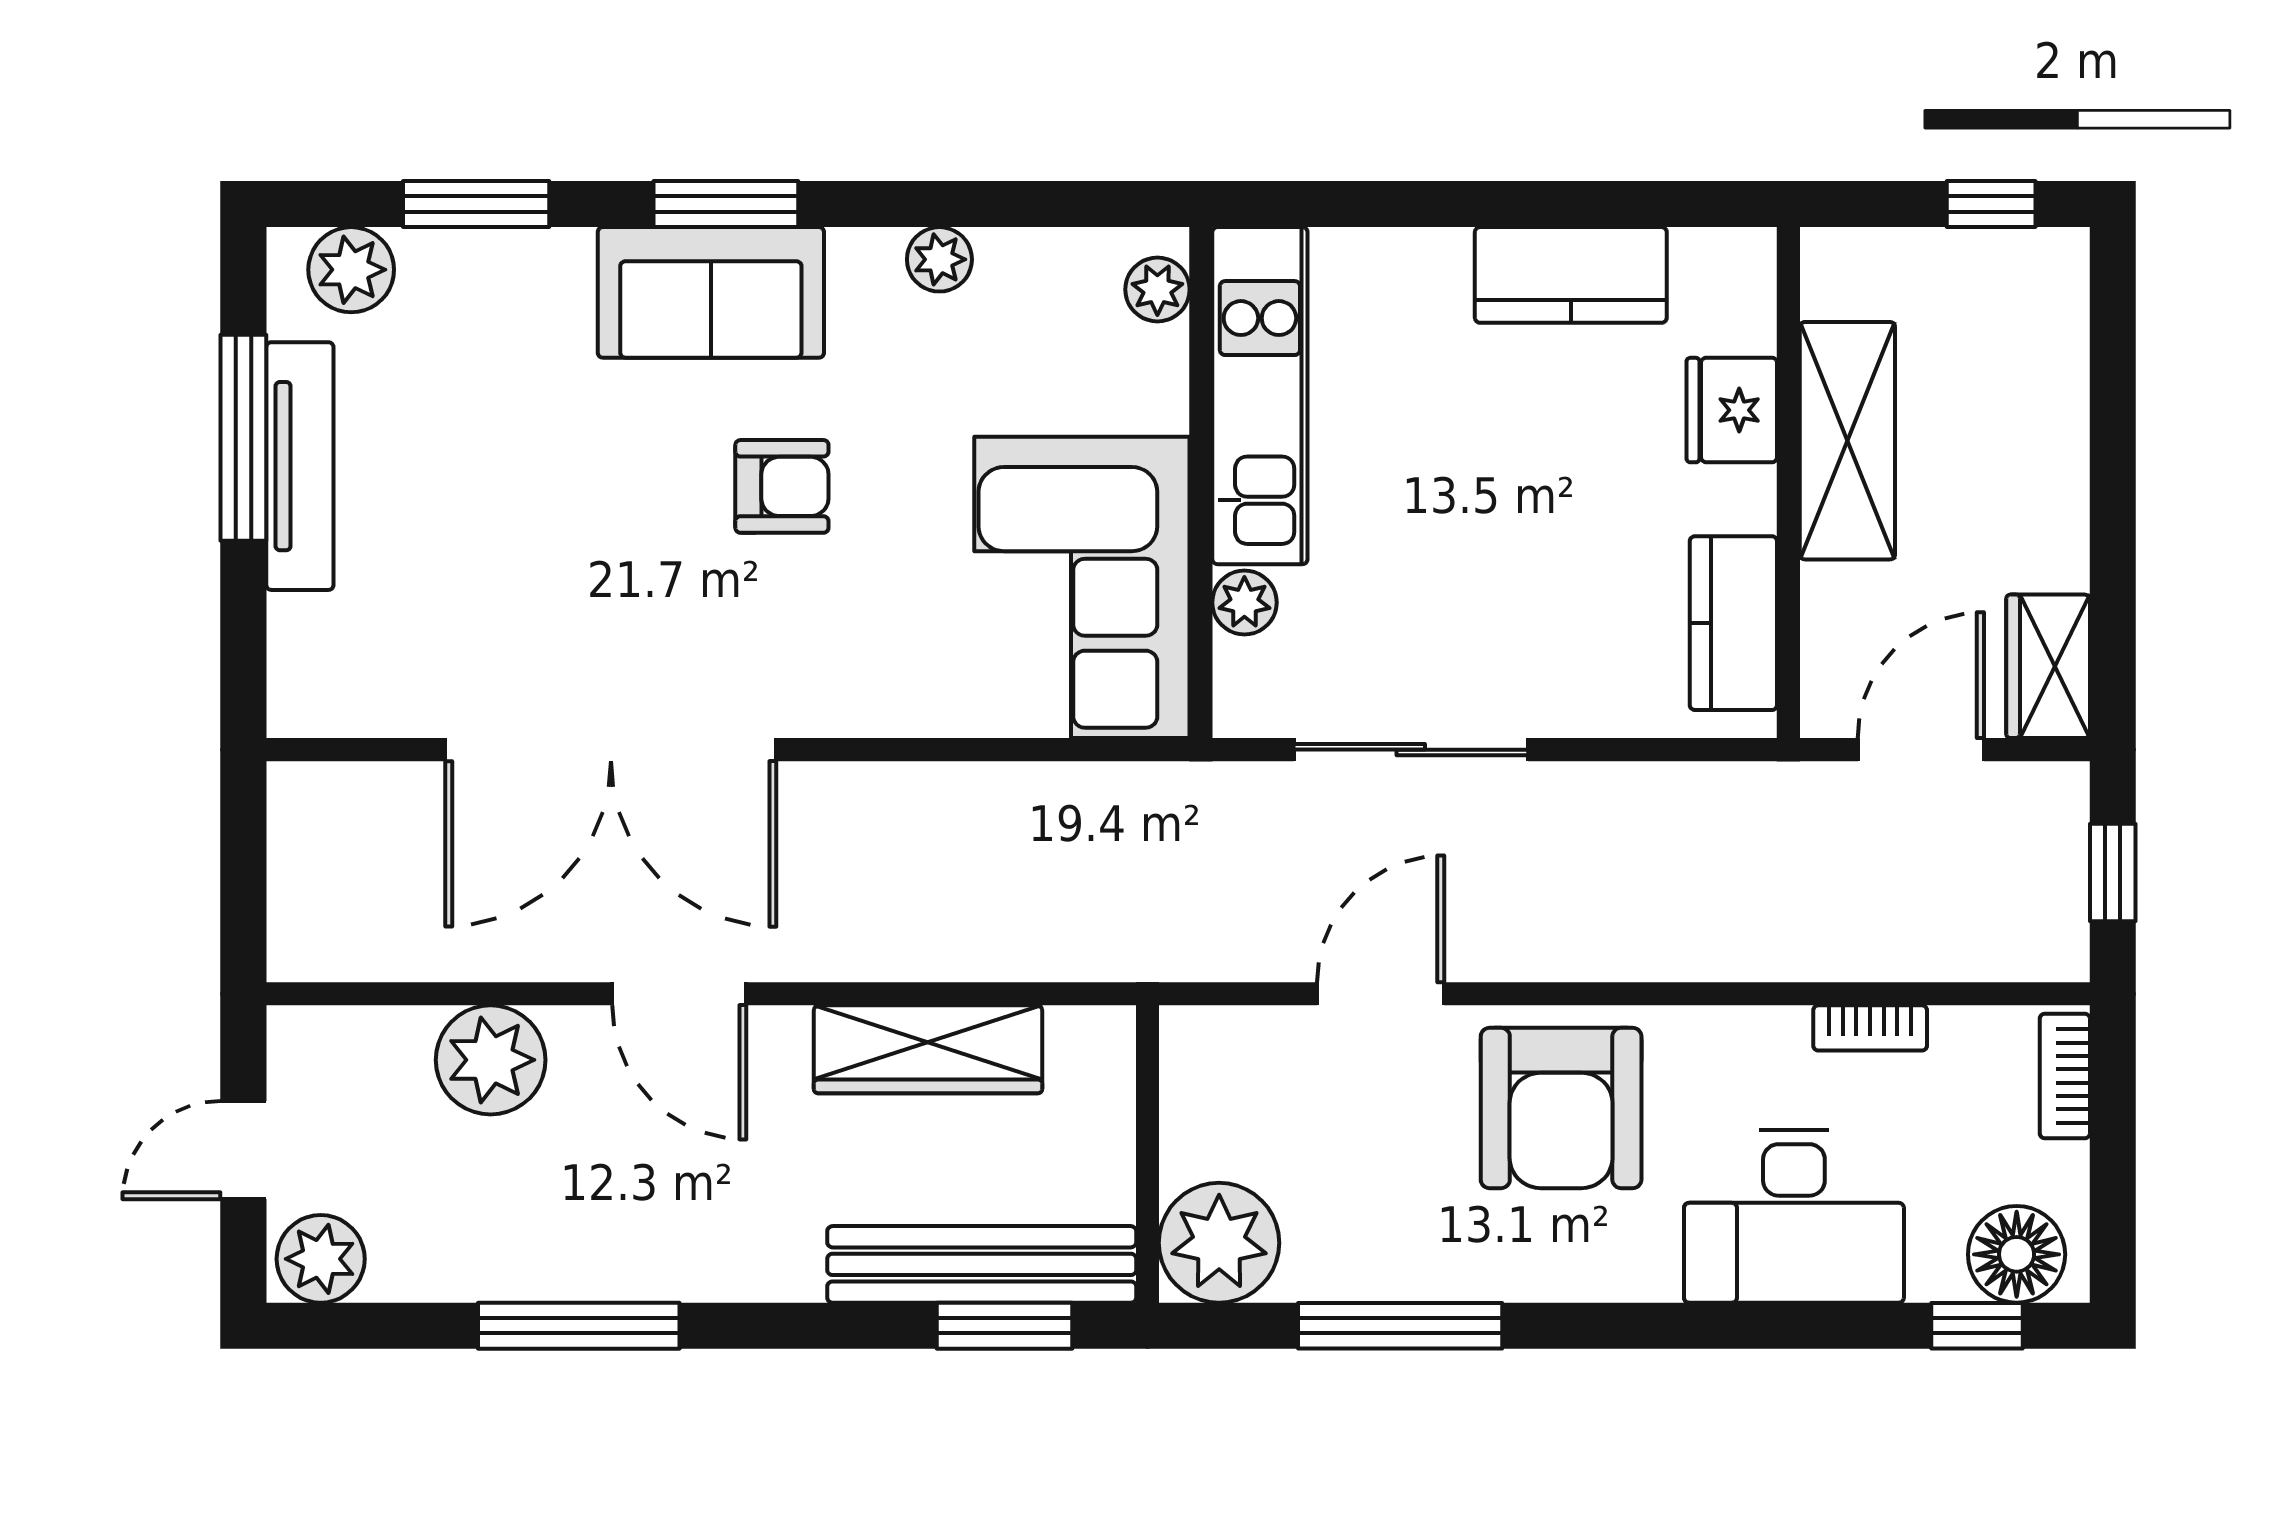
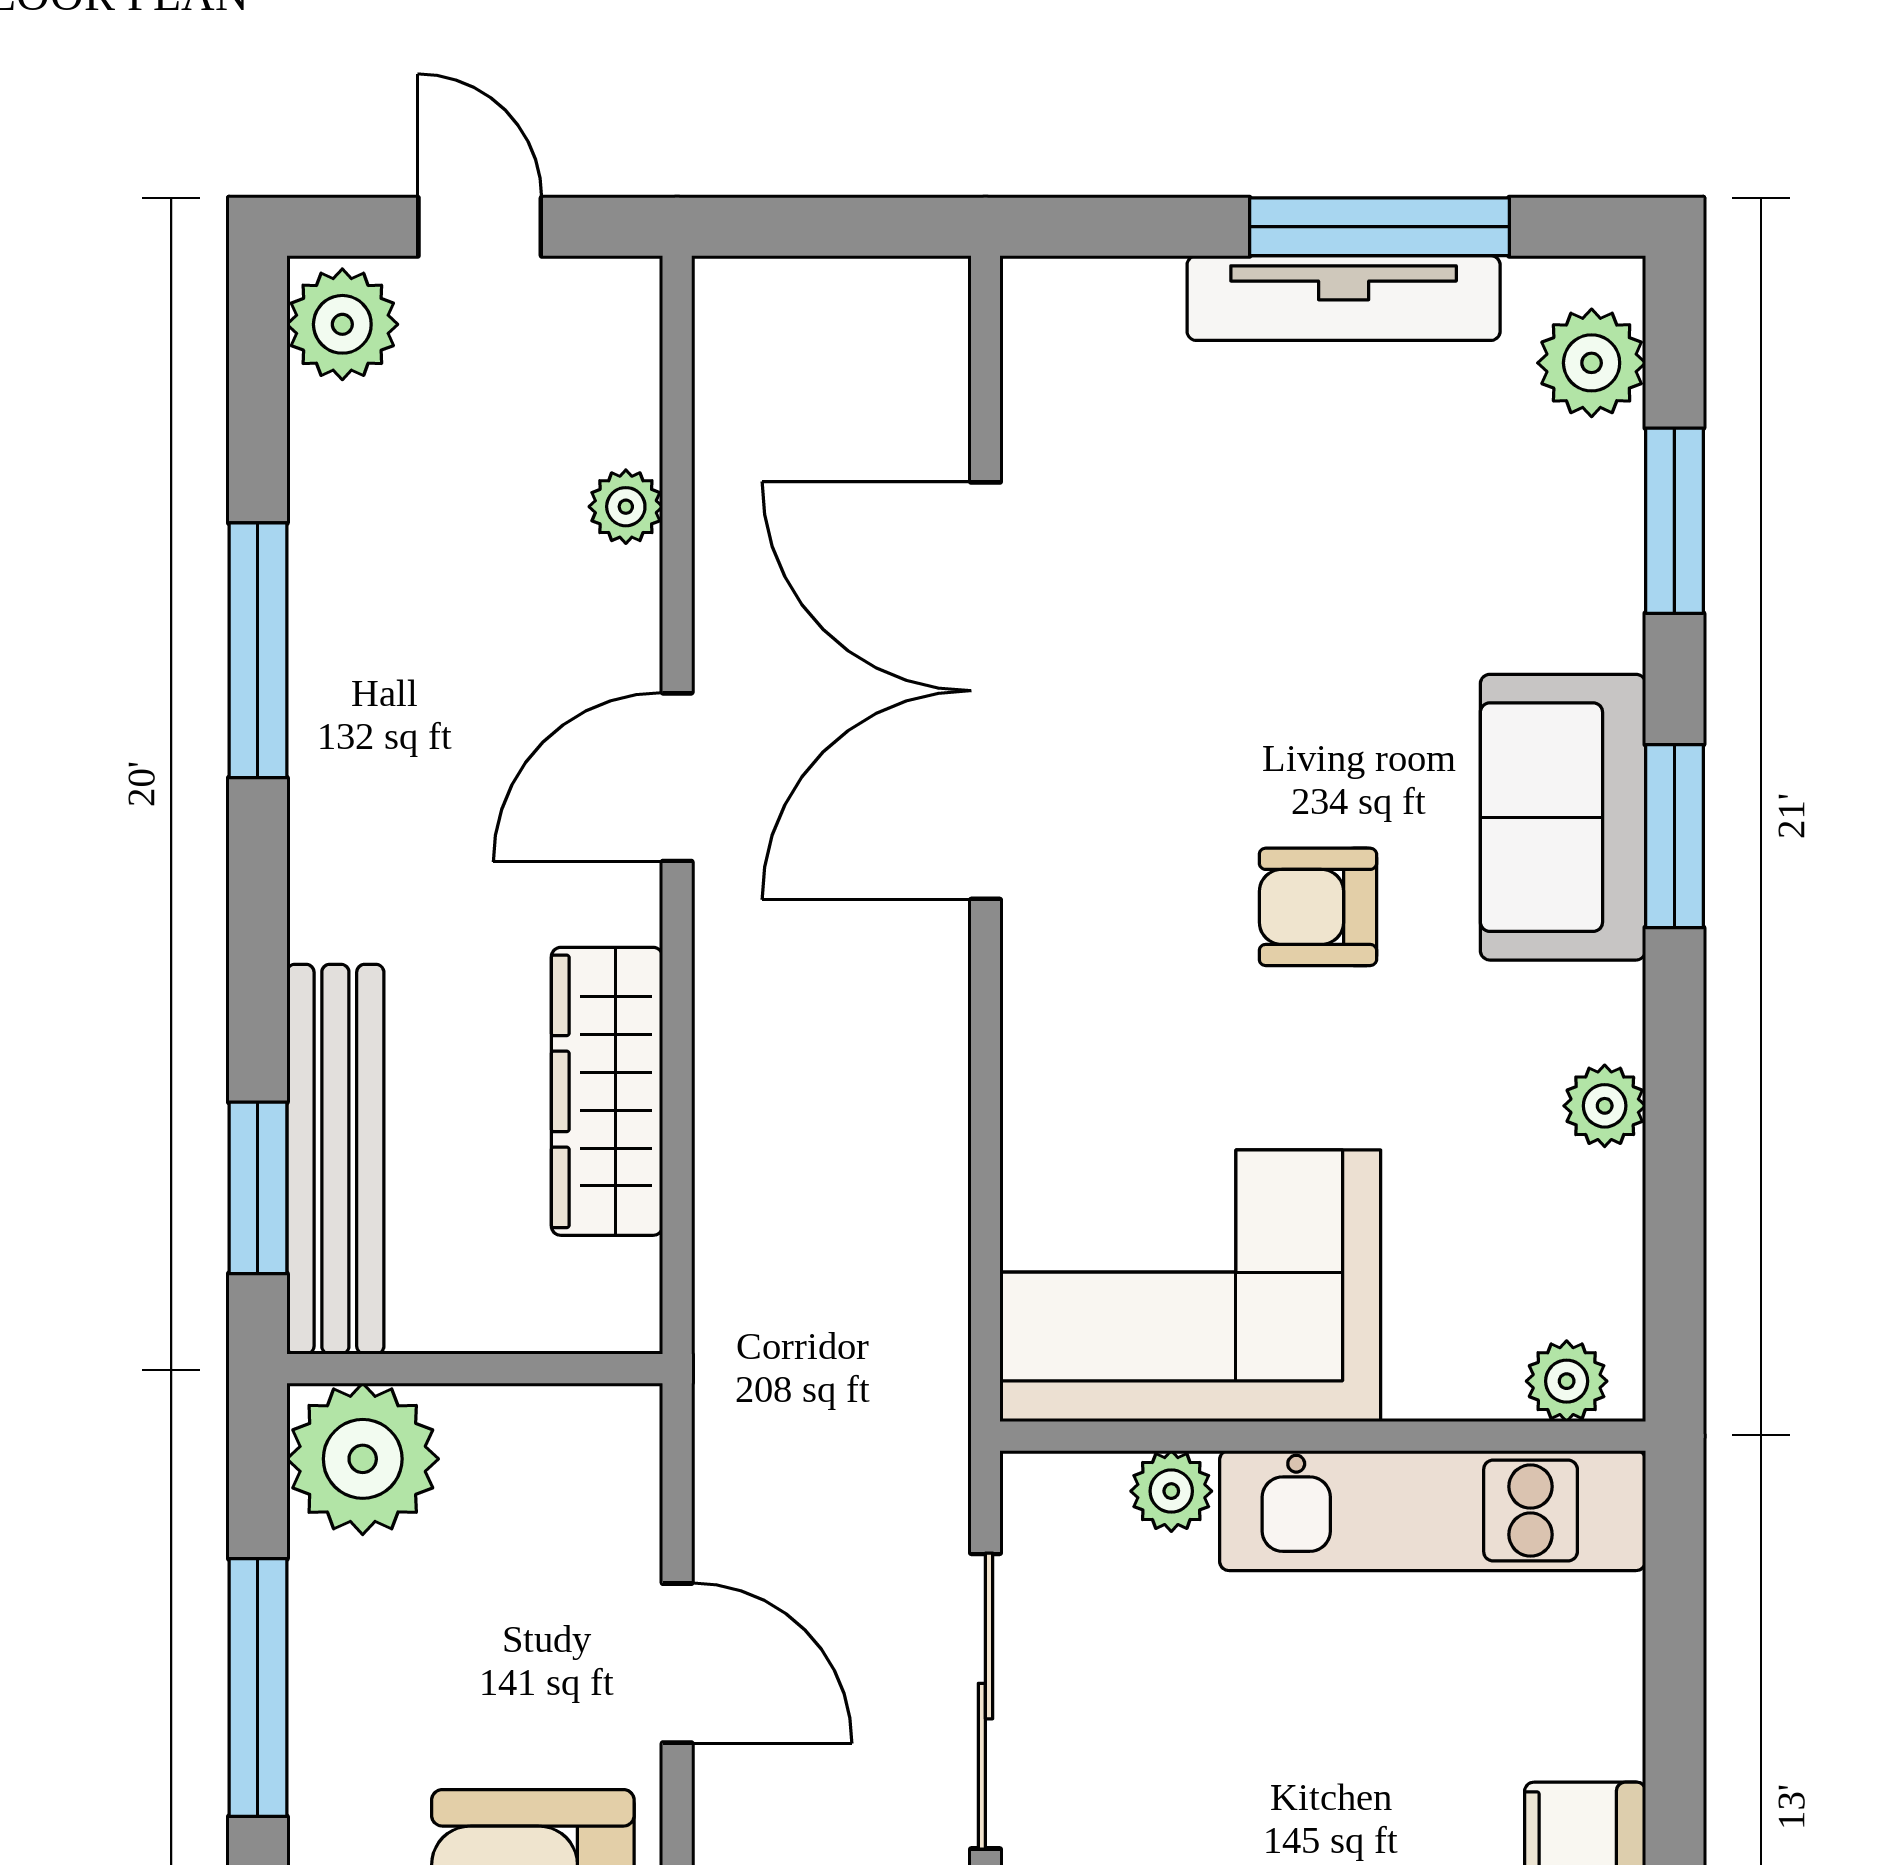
armchair: (782, 486) -> (1318, 907), turned 90
plant: (491, 1060) -> (626, 507), width x0.53, depth x0.53

